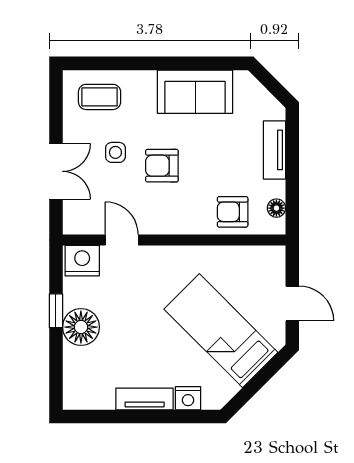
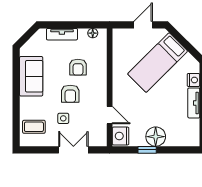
coffee table: (100, 97) -> (34, 127), turned 90
armchair: (233, 212) -> (78, 67), moved
door: (122, 240) -> (110, 115), swing flipped

